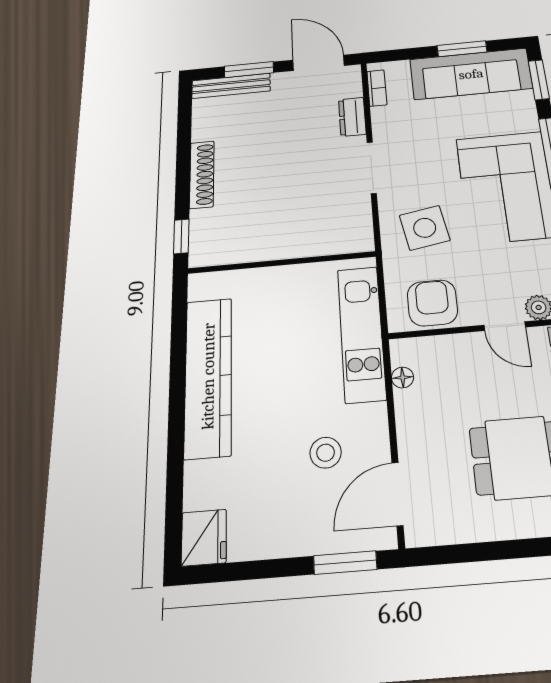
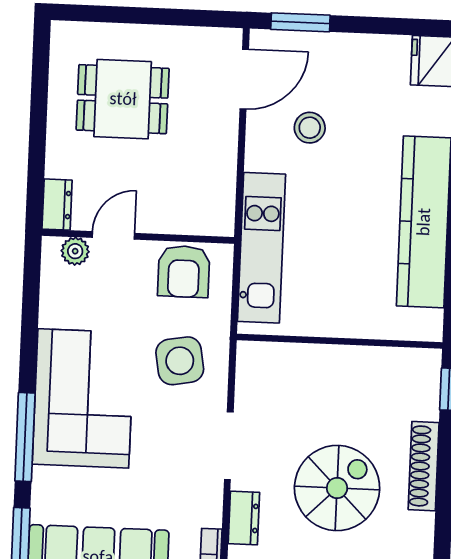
spiral stairs: (275, 149) -> (337, 488), added
door: (505, 326) -> (113, 235), hinge flipped
floor lamp: (403, 377) -> (225, 194), removed

